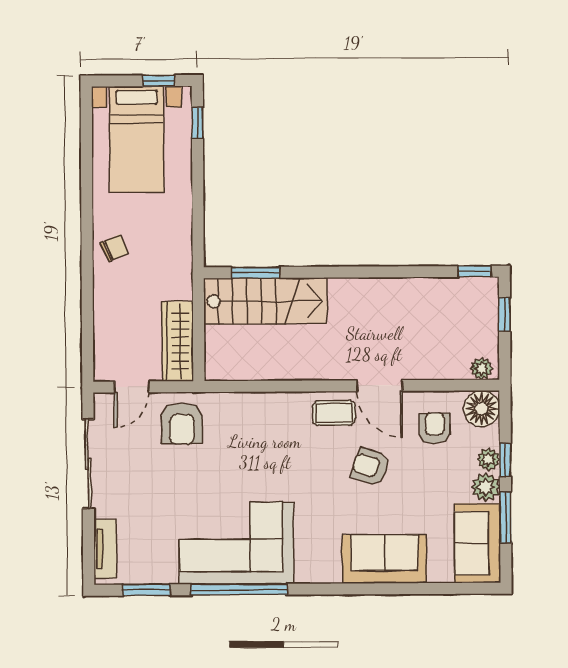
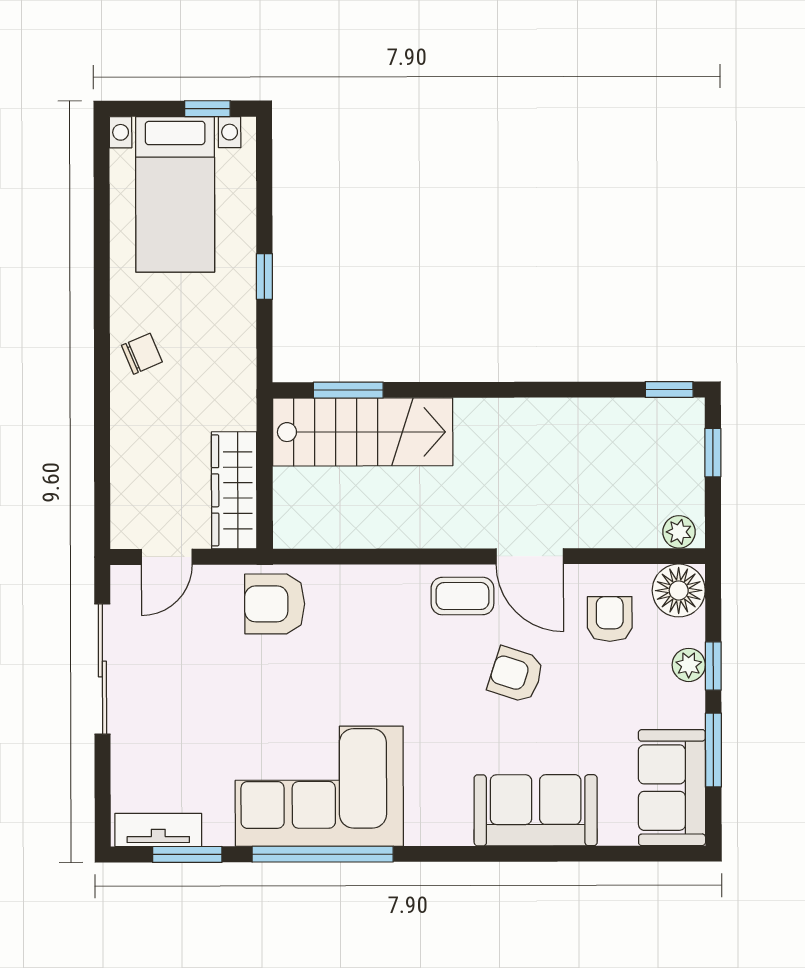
window: (197, 123) -> (264, 277), moved
armchair: (182, 424) -> (275, 604), moved, turned 90
plant: (486, 487) -> (685, 706), removed
tv unit: (105, 549) -> (158, 830), moved, turned -90

